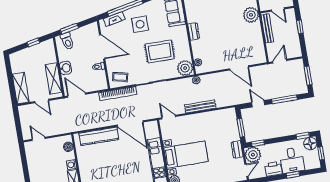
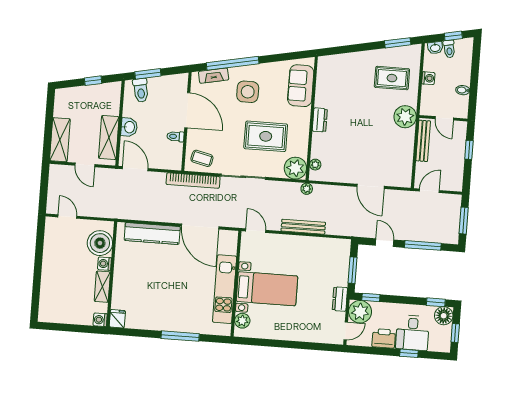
boiler: (68, 147) -> (100, 243), width x1.86, depth x1.86

